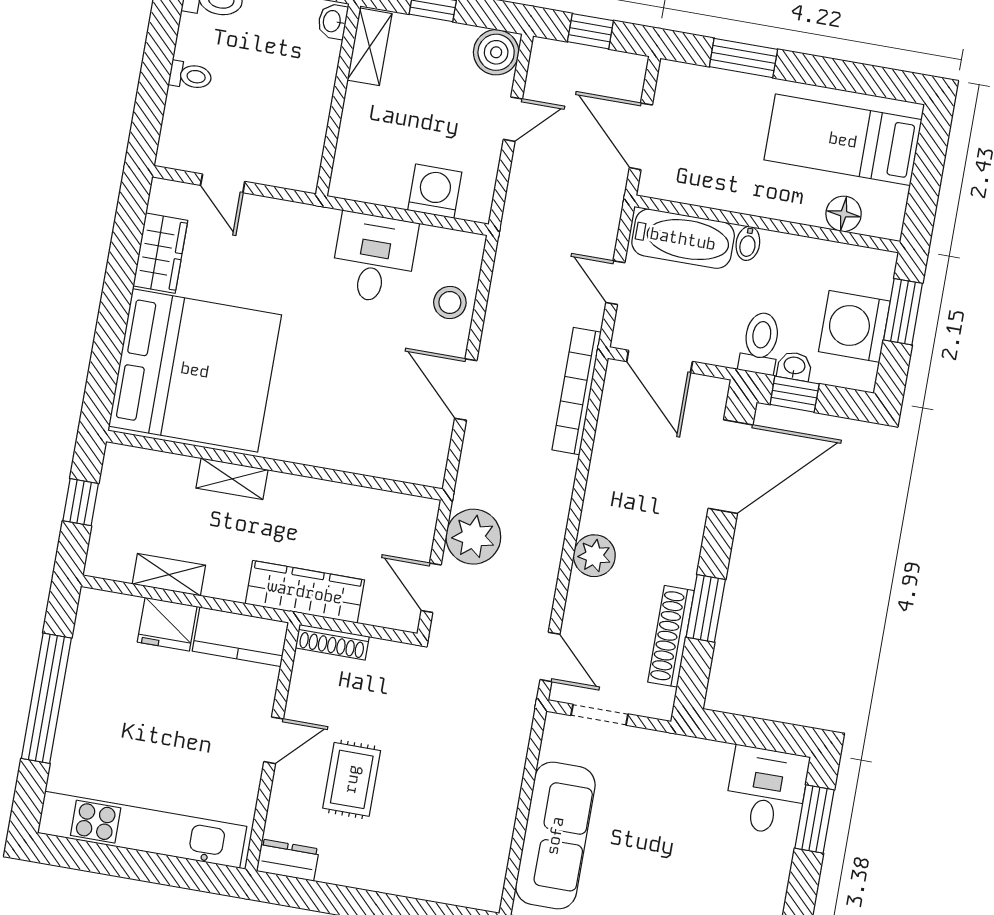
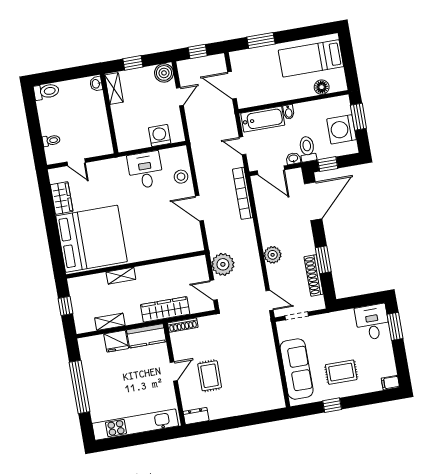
toilet: (190, 76) -> (51, 141), moved
washbasin: (794, 366) -> (293, 159), moved
rug: (654, 879) -> (341, 372), added

